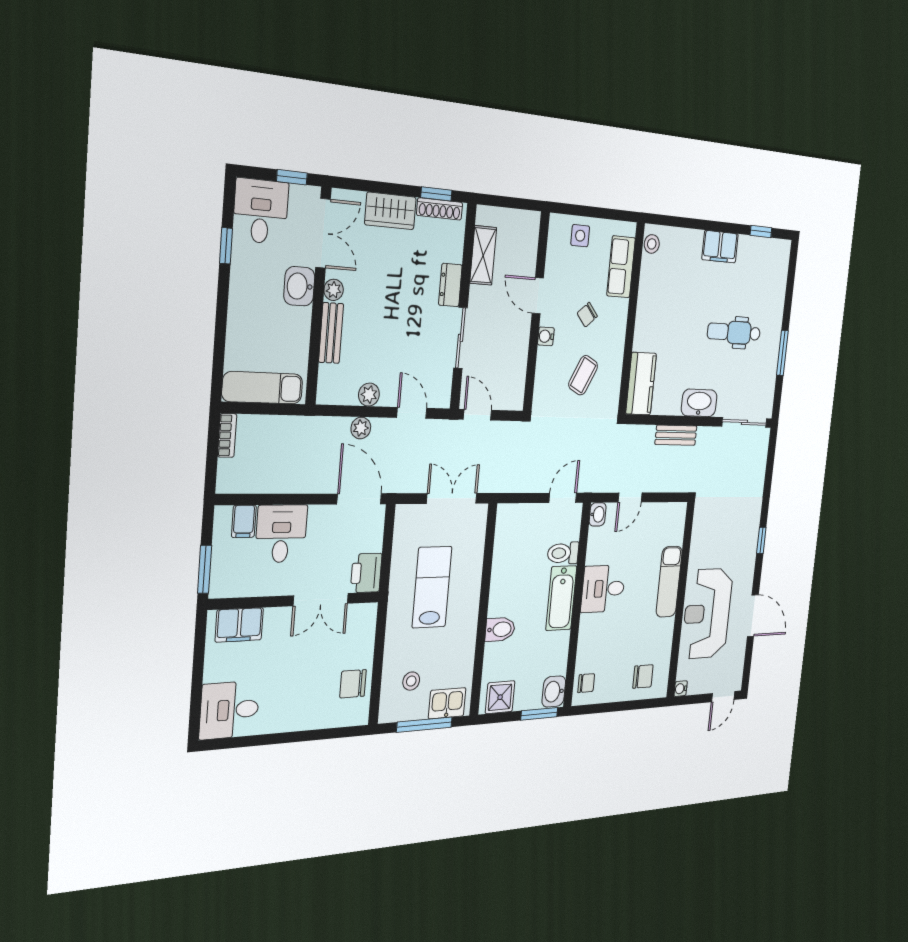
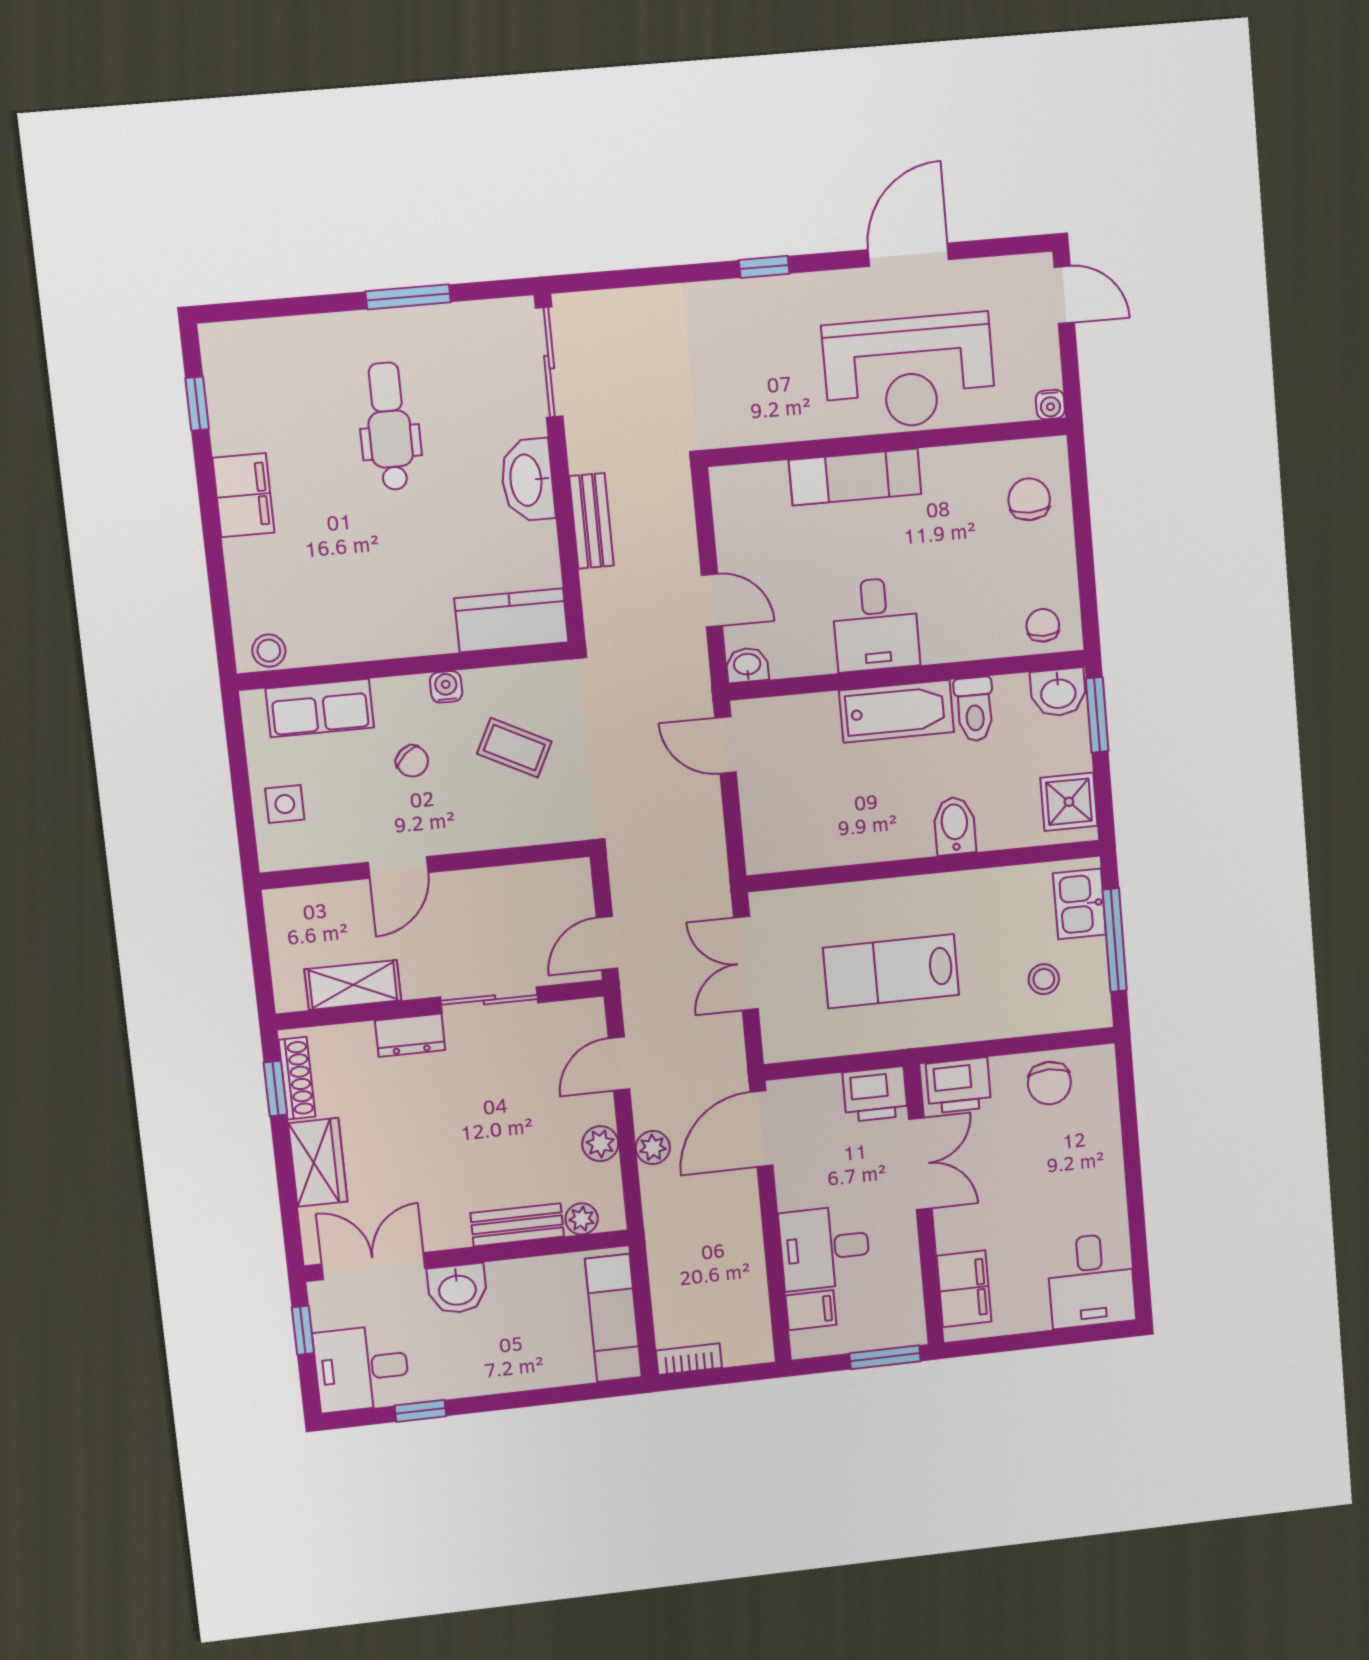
plant: (334, 290) -> (582, 1219), moved
dental chair: (734, 332) -> (389, 426), turned 180
water cooler: (546, 336) -> (446, 687), moved, turned 180
toilet: (563, 553) -> (974, 709), moved
printer: (362, 626) -> (959, 1085), added

